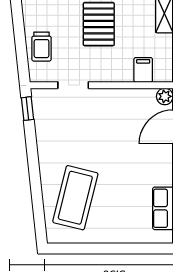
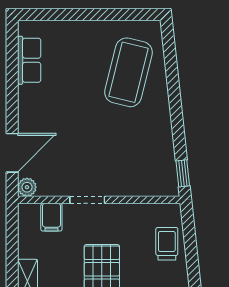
doorway: (73, 85) -> (87, 200), moved

